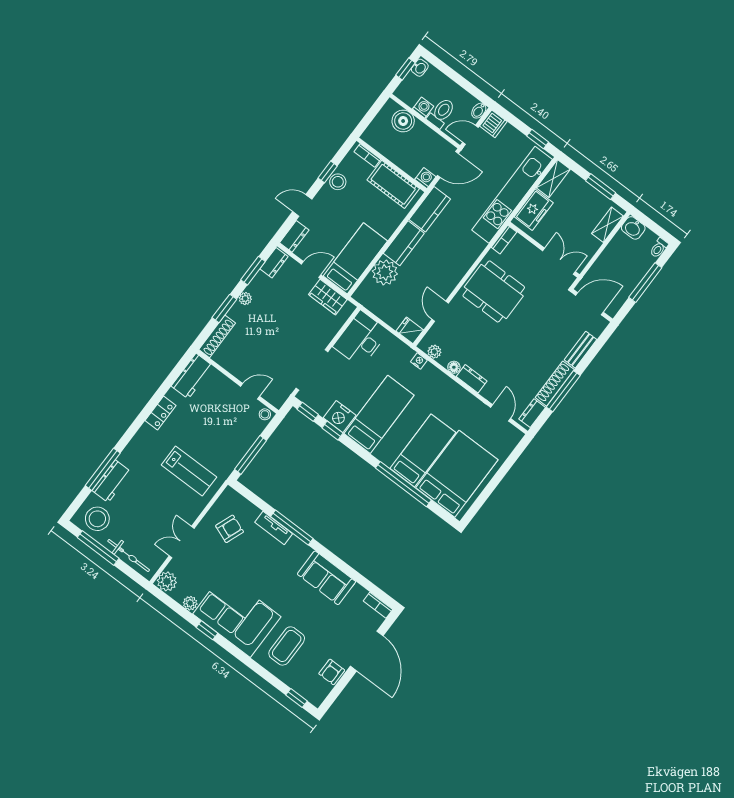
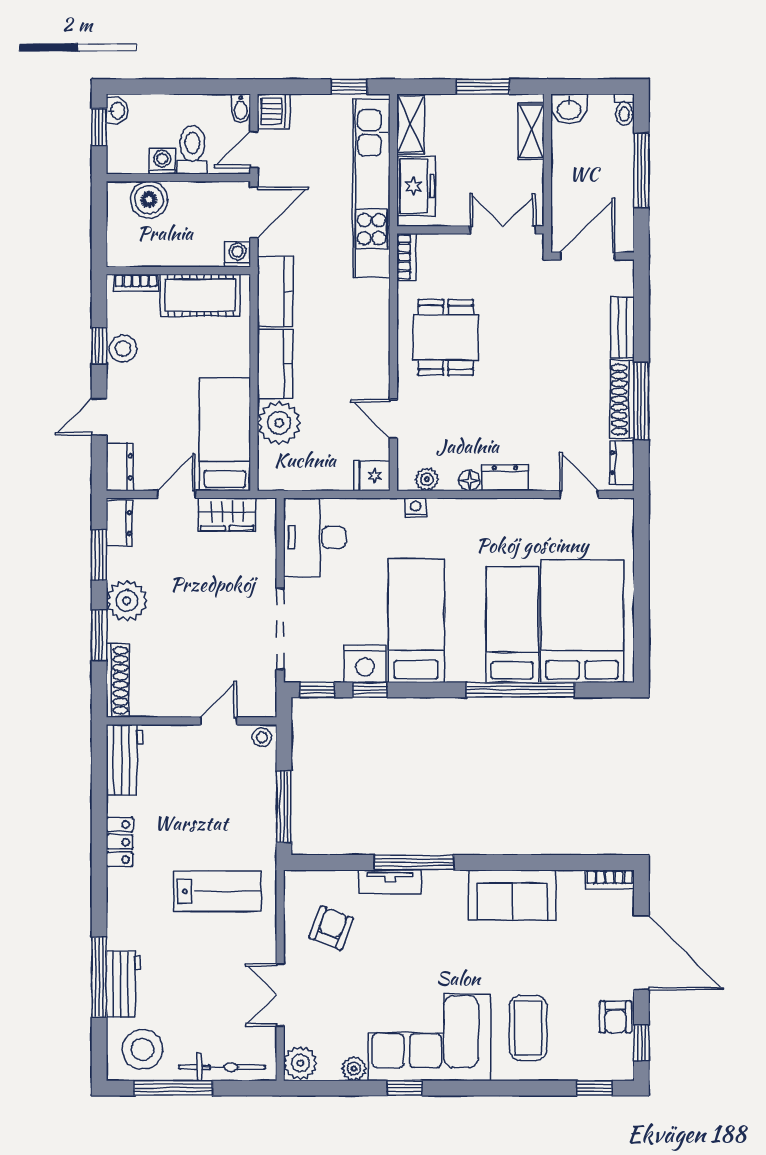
dining table: (494, 291) -> (446, 337), width x0.73
plant: (245, 299) -> (127, 601), width x1.88, depth x1.88
window: (335, 693) -> (641, 1043), added

